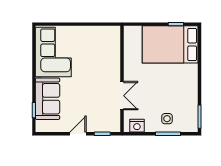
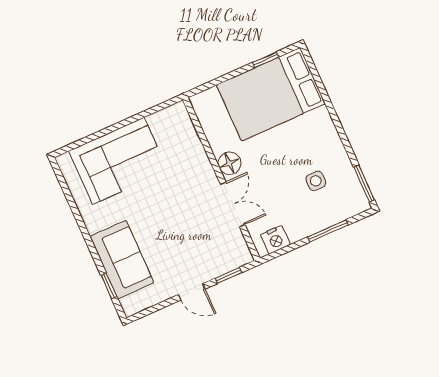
corner sofa: (53, 52) -> (118, 161), moved, turned 90
floor lamp: (130, 72) -> (230, 163), added
side table: (167, 119) -> (316, 181), moved
door: (78, 134) -> (192, 292), swing flipped

